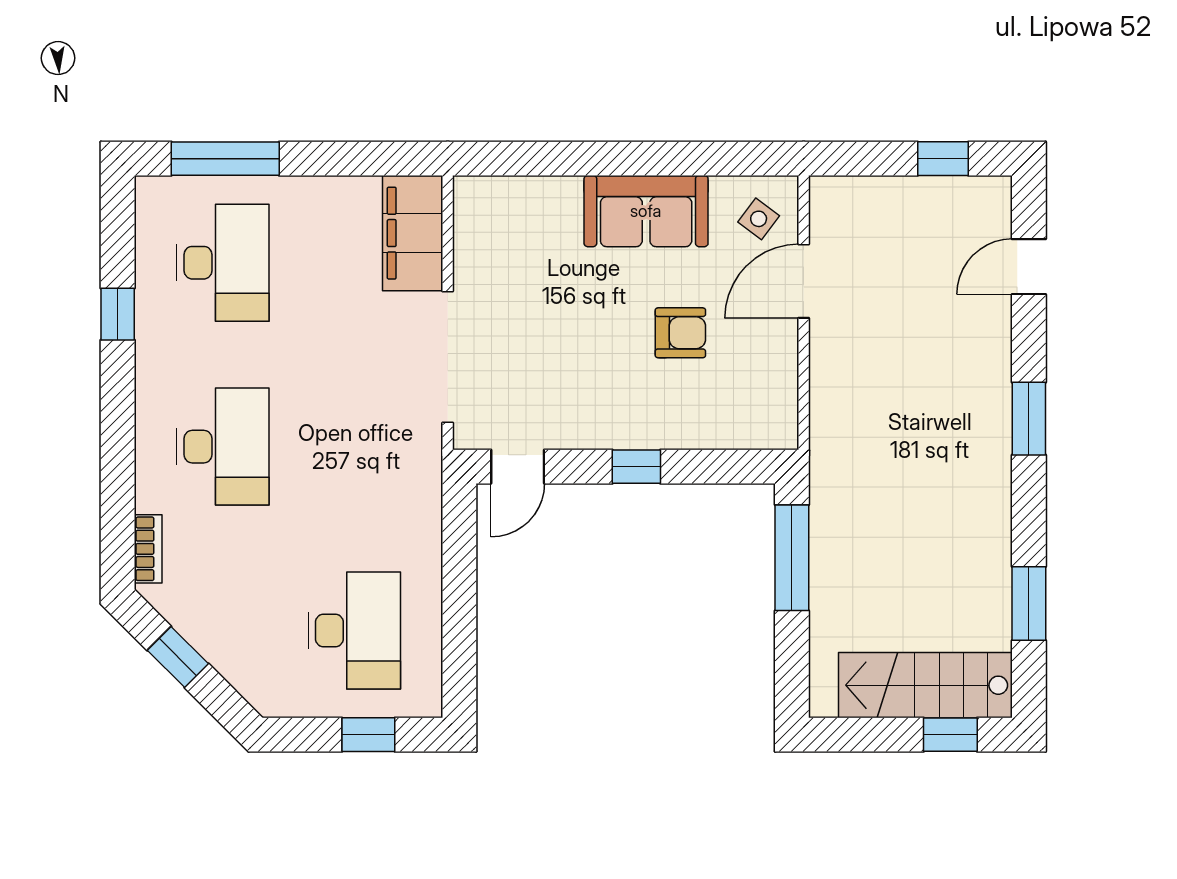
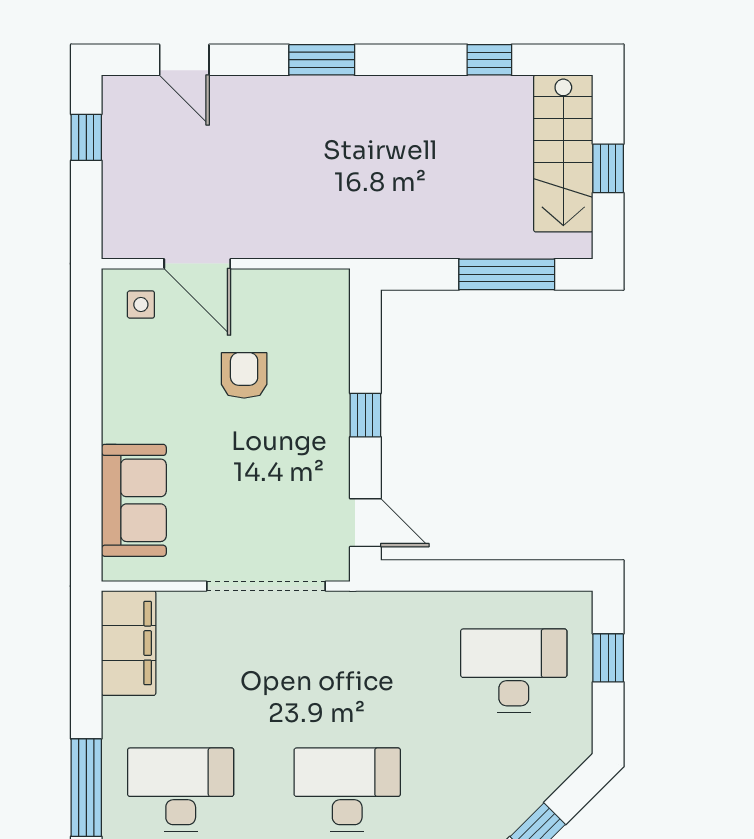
sofa: (646, 211) -> (134, 500), moved
side table: (759, 219) -> (141, 304), turned -37
filing cabinet: (413, 233) -> (129, 643), moved, turned -90
window: (792, 558) -> (507, 274), moved
window: (1029, 604) -> (489, 60), width x0.67
window: (950, 735) -> (608, 168), moved

